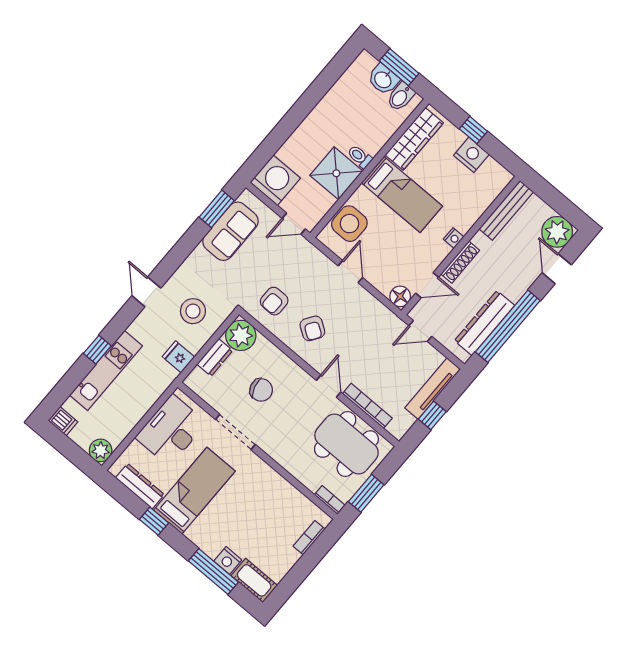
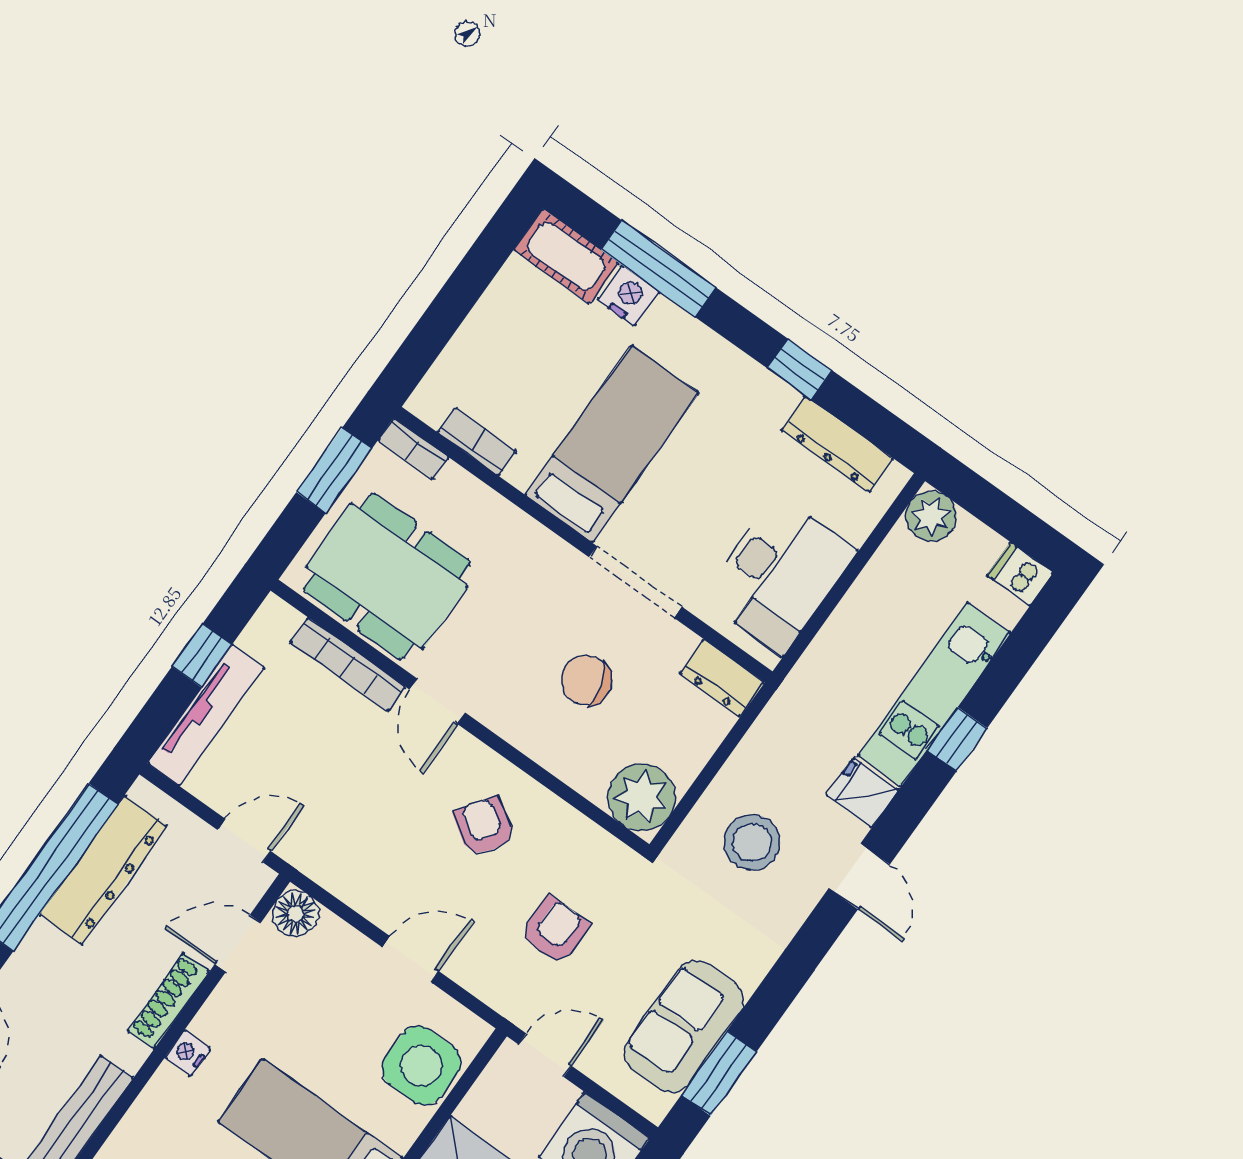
door: (350, 272) -> (410, 959), swing flipped
armchair: (274, 301) -> (555, 930), moved
fridge: (178, 357) -> (863, 793), moved, turned 180
dresser: (215, 357) -> (722, 678), moved, turned -90
bed: (194, 491) -> (612, 444), moved, turned 180
bookcase: (309, 538) -> (477, 442), moved, turned -90

